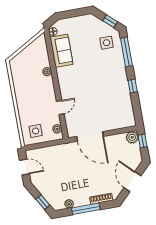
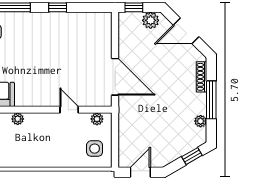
door: (90, 136) -> (115, 77), hinge flipped
plant: (132, 137) -> (151, 20), moved

